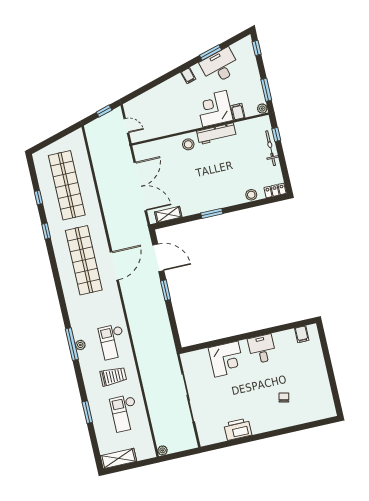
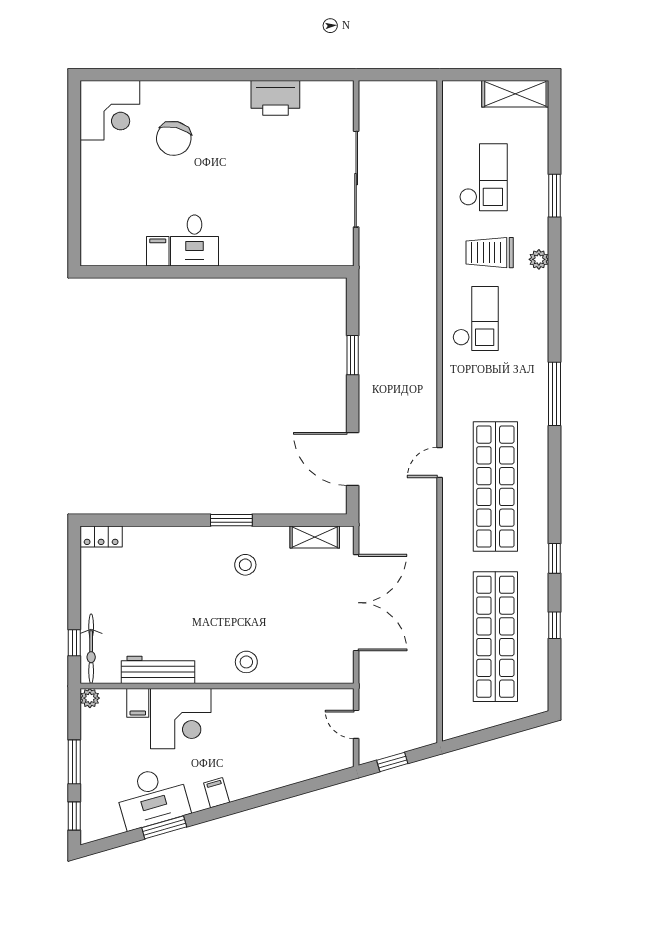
window: (266, 90) -> (74, 762), moved
workbench: (216, 134) -> (158, 670), moved
bicycle: (271, 148) -> (91, 649), moved
double door: (140, 186) -> (356, 603), swing flipped
stool: (251, 195) -> (245, 565), moved
door: (114, 266) -> (440, 462), width x0.53
window: (166, 290) -> (353, 355), moved
filing cabinet: (302, 334) -> (158, 251), moved
window: (72, 344) -> (555, 394), moved
plant: (80, 345) -> (539, 259), moved
corner desk: (226, 359) -> (110, 110), moved, turned 180
chair: (284, 398) -> (174, 138), width x1.87, depth x1.87
plant: (163, 450) -> (428, 90), removed

